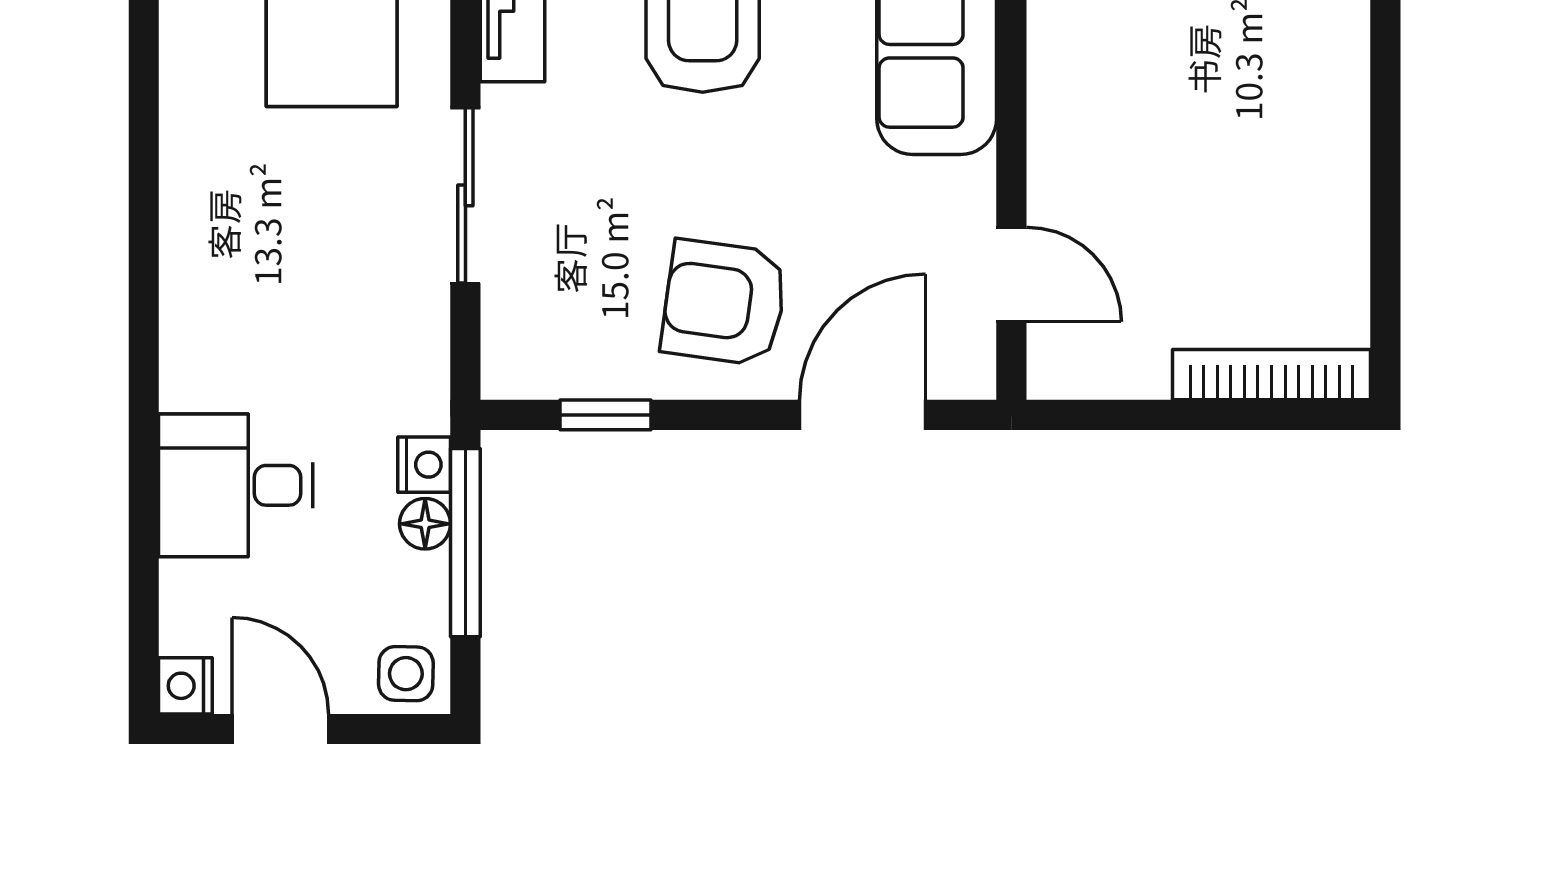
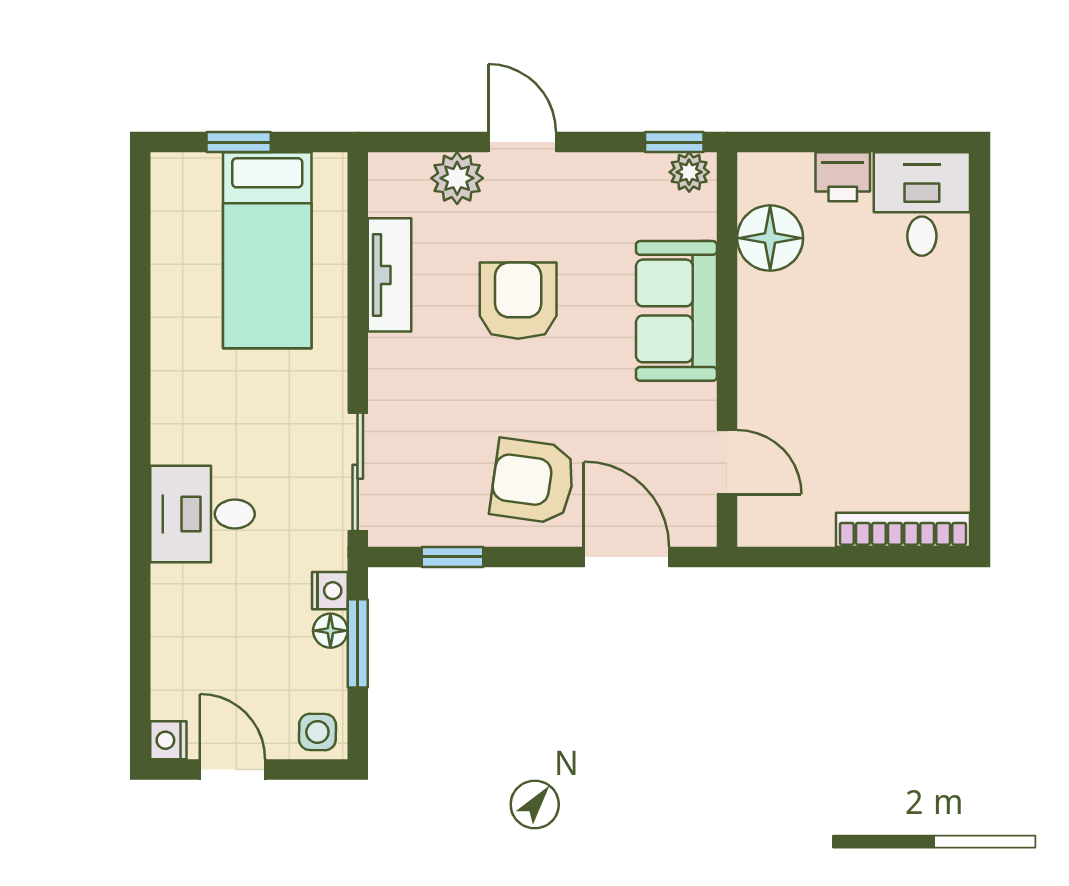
sliding door: (465, 195) -> (358, 472), moved
door: (863, 415) -> (626, 557), hinge flipped
desk: (236, 485) -> (202, 514), moved
window: (465, 543) -> (358, 643), width x0.69

